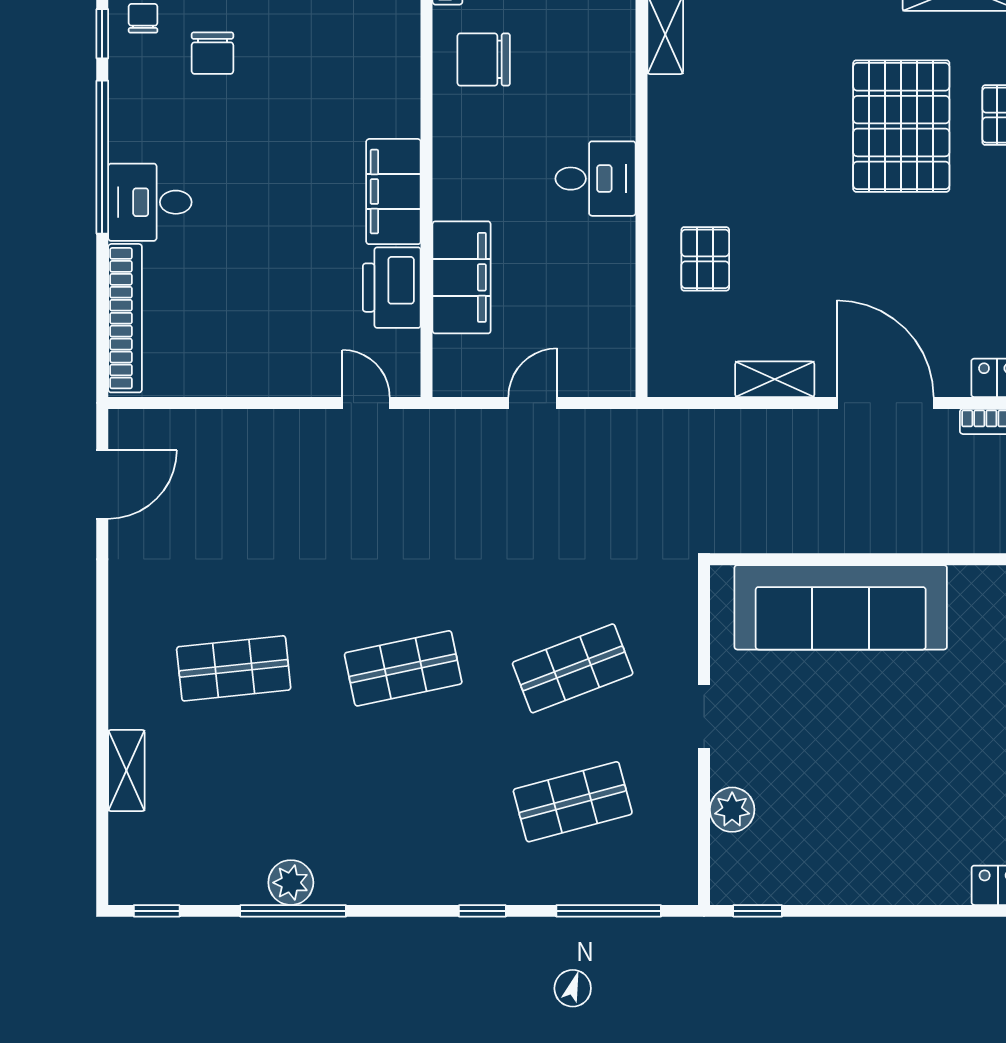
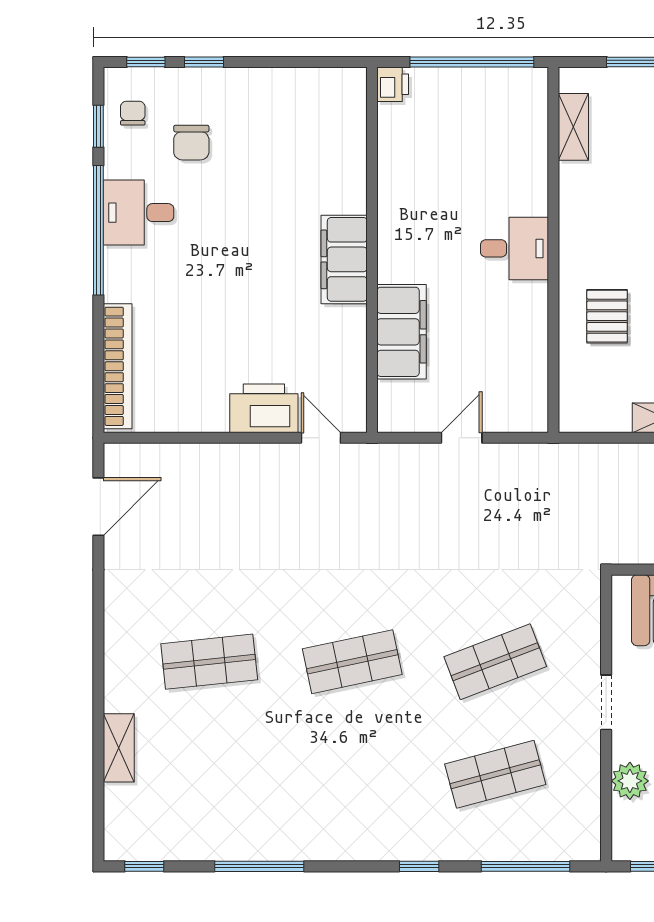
chair: (484, 60) -> (420, 148), removed
desk: (150, 202) -> (139, 213), moved
printer: (392, 288) -> (264, 408), moved, turned 90
plant: (291, 883) -> (257, 842), removed

